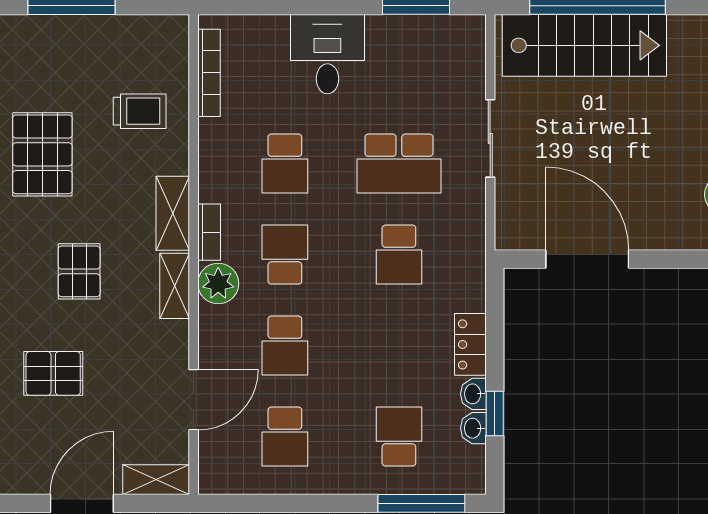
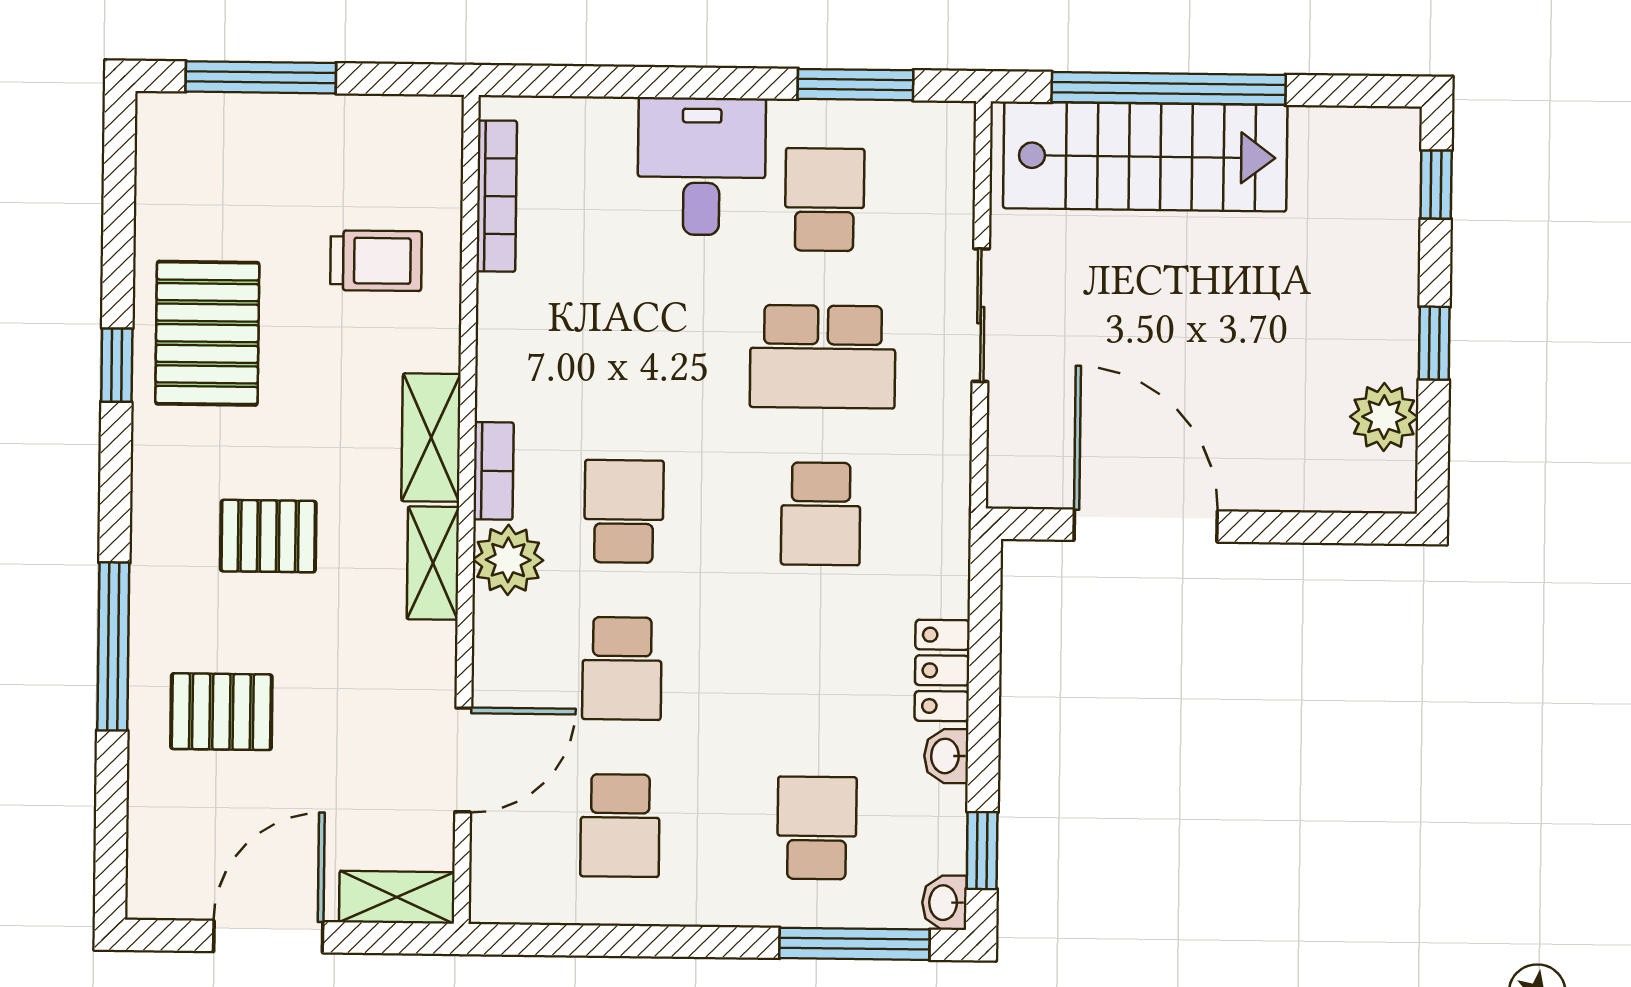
school desk: (285, 164) -> (825, 200), moved, turned 180
pallet: (79, 271) -> (268, 536), turned 90
window: (495, 413) -> (982, 851), moved
washbasin: (473, 428) -> (944, 903), moved

